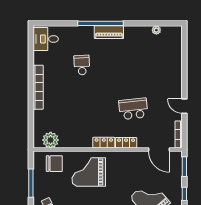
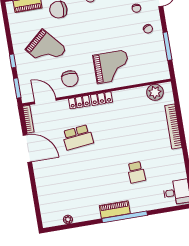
bookcase: (38, 87) -> (173, 127), moved
door: (184, 106) -> (27, 148), width x1.87
chair: (54, 164) -> (70, 79), moved, turned -90

